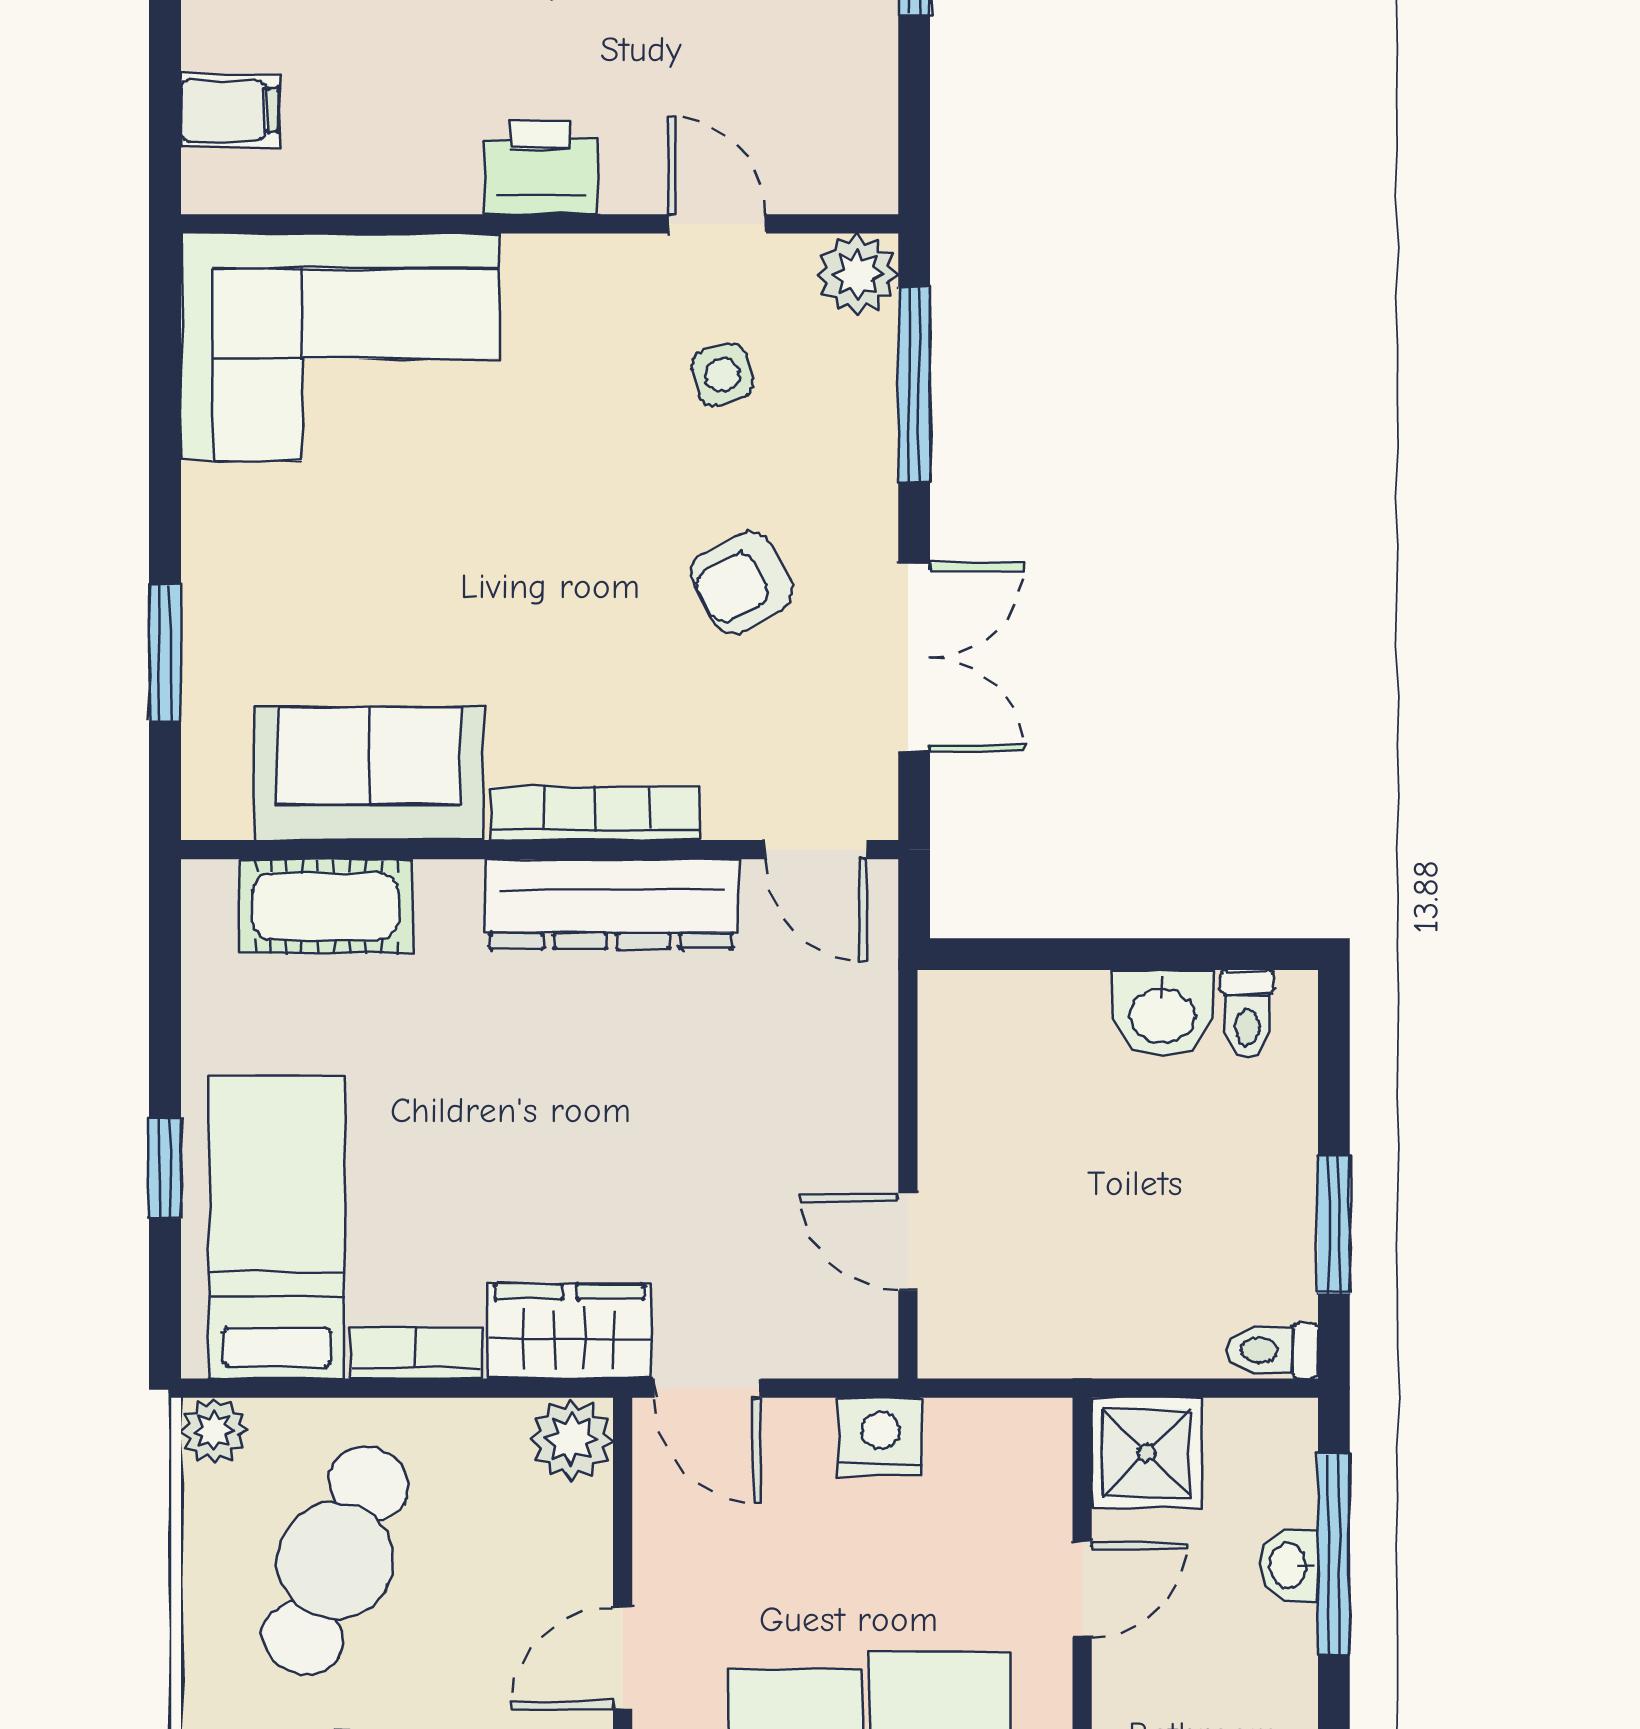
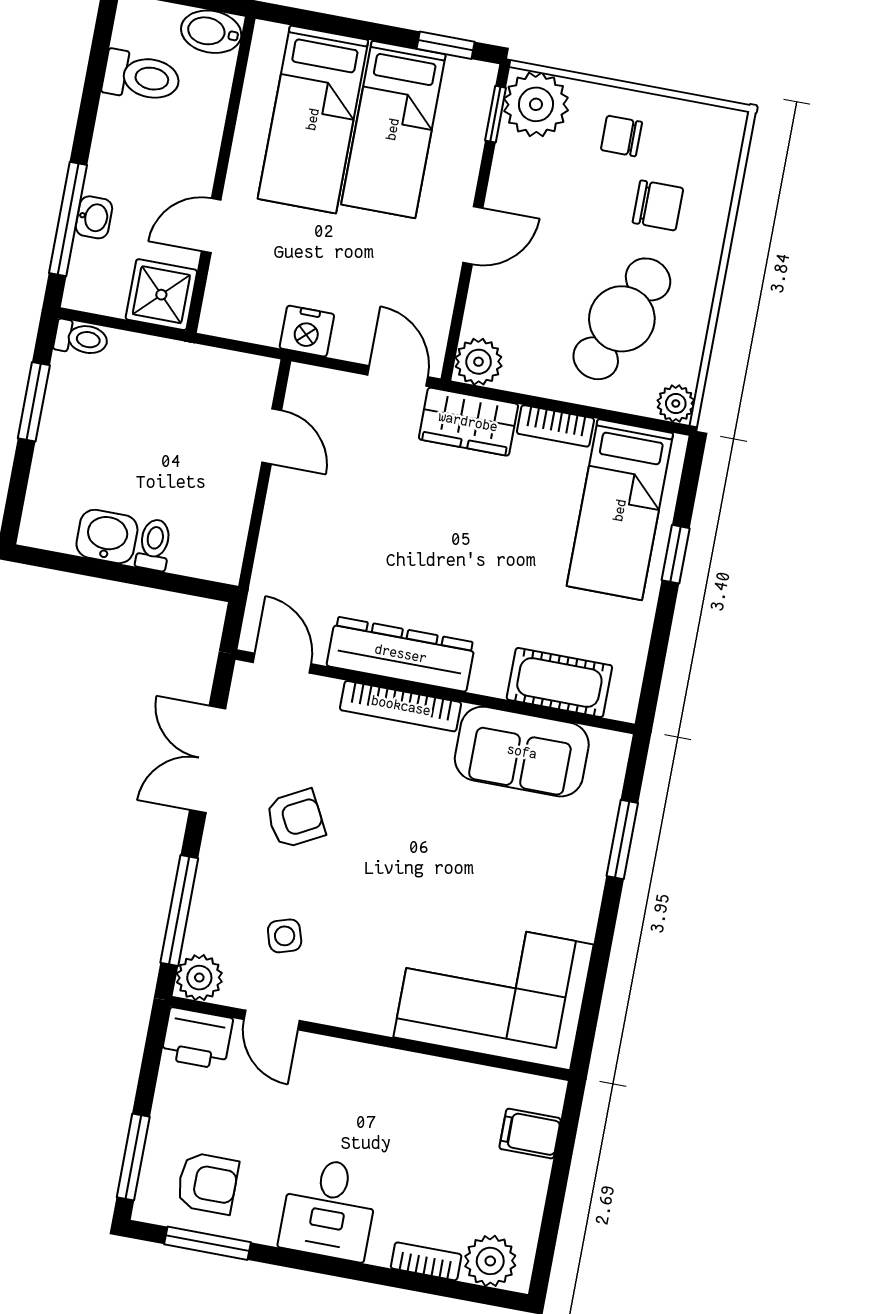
printer: (541, 167) -> (197, 1038), moved
toilet: (1247, 1014) -> (154, 545), moved

